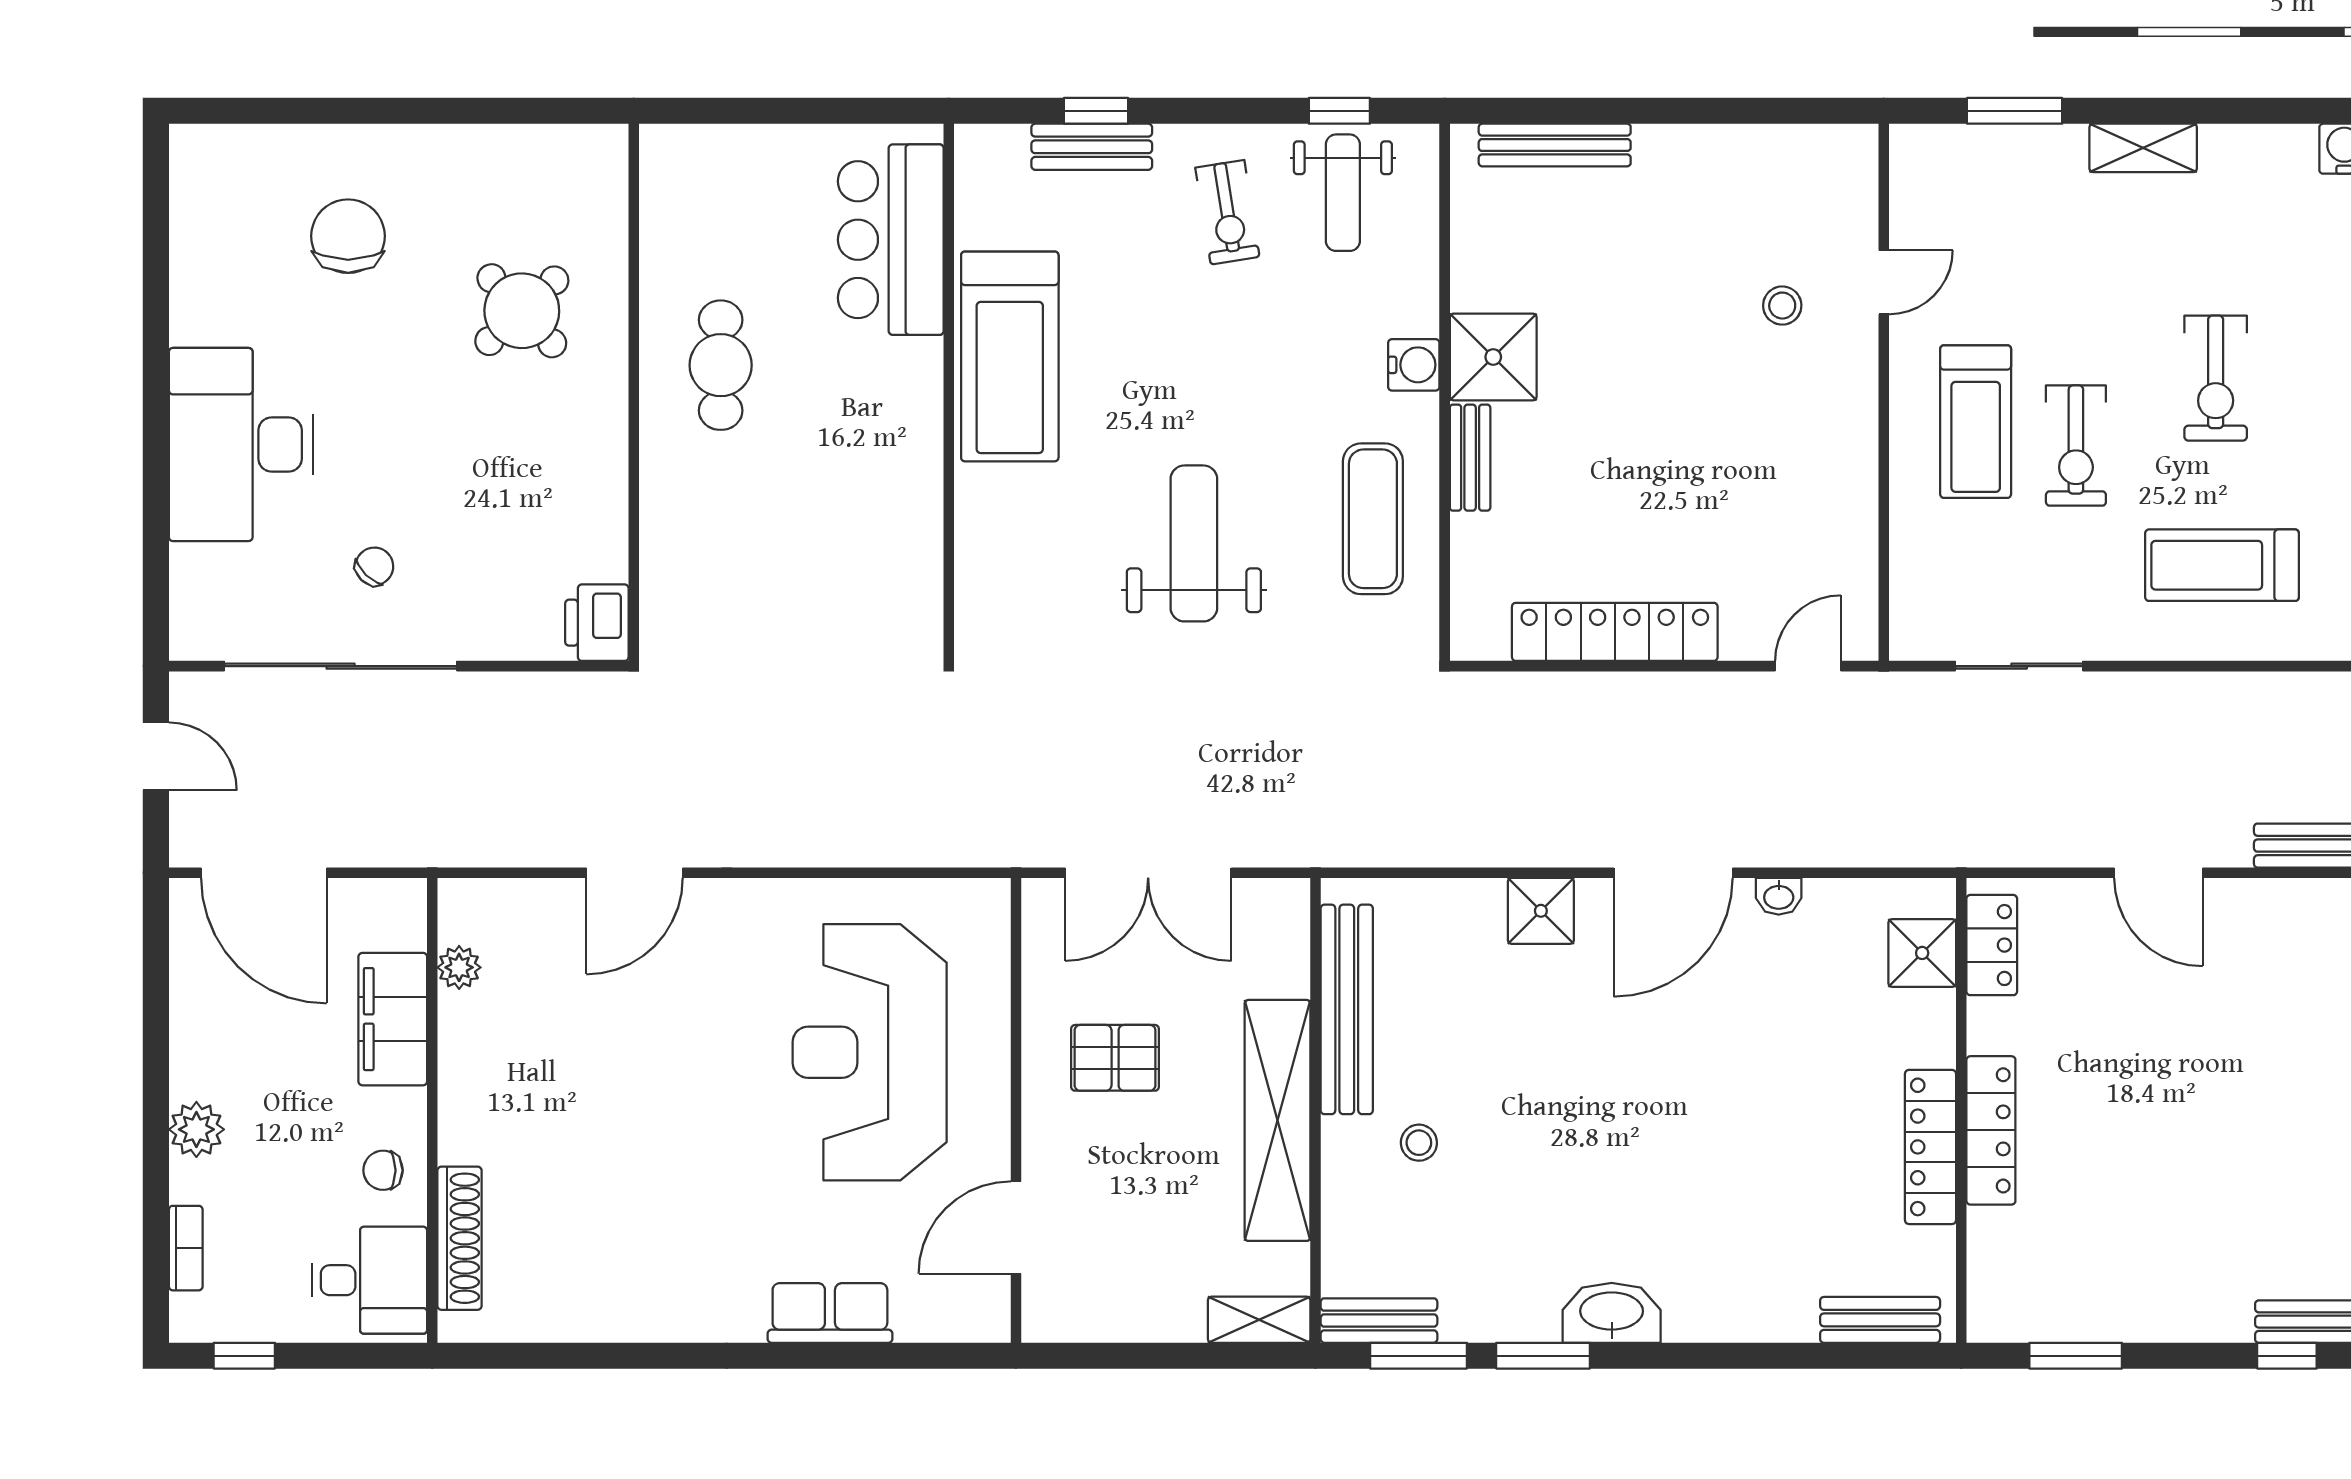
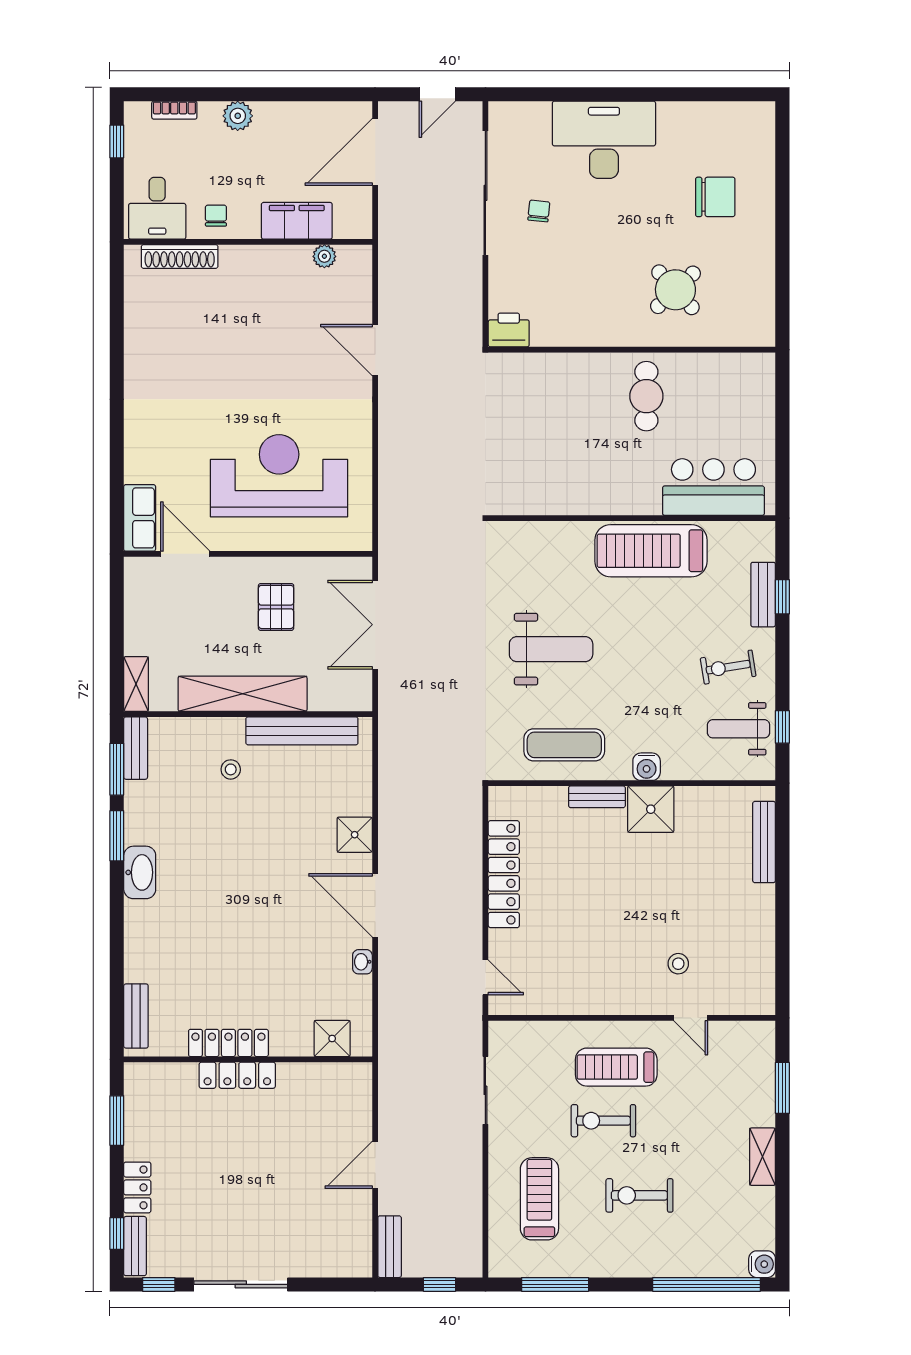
cafe table: (721, 365) -> (646, 396), turned 90
chair: (374, 566) -> (539, 211), turned -128
locker: (1992, 945) -> (137, 1187), moved, turned -90
row of seats: (830, 1313) -> (140, 518), moved

